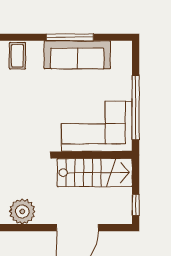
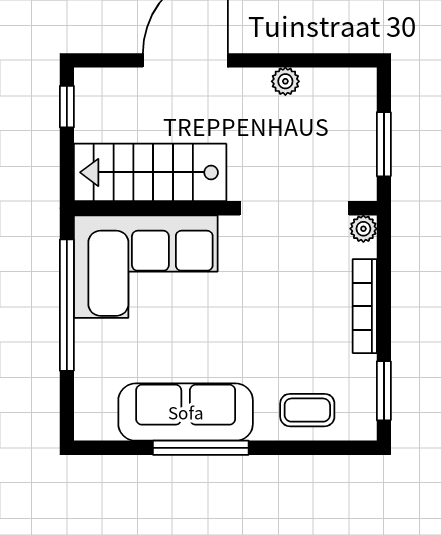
coffee table: (17, 56) -> (307, 410), turned 90
plant: (22, 211) -> (285, 81), width x0.53, depth x0.53

